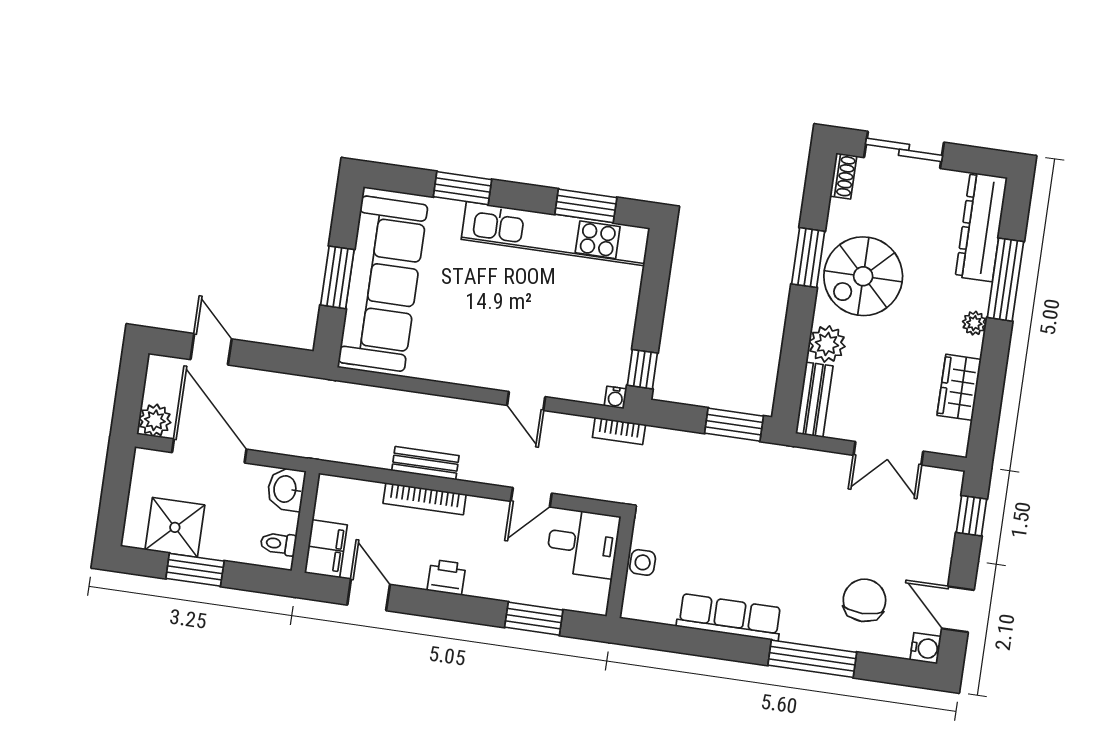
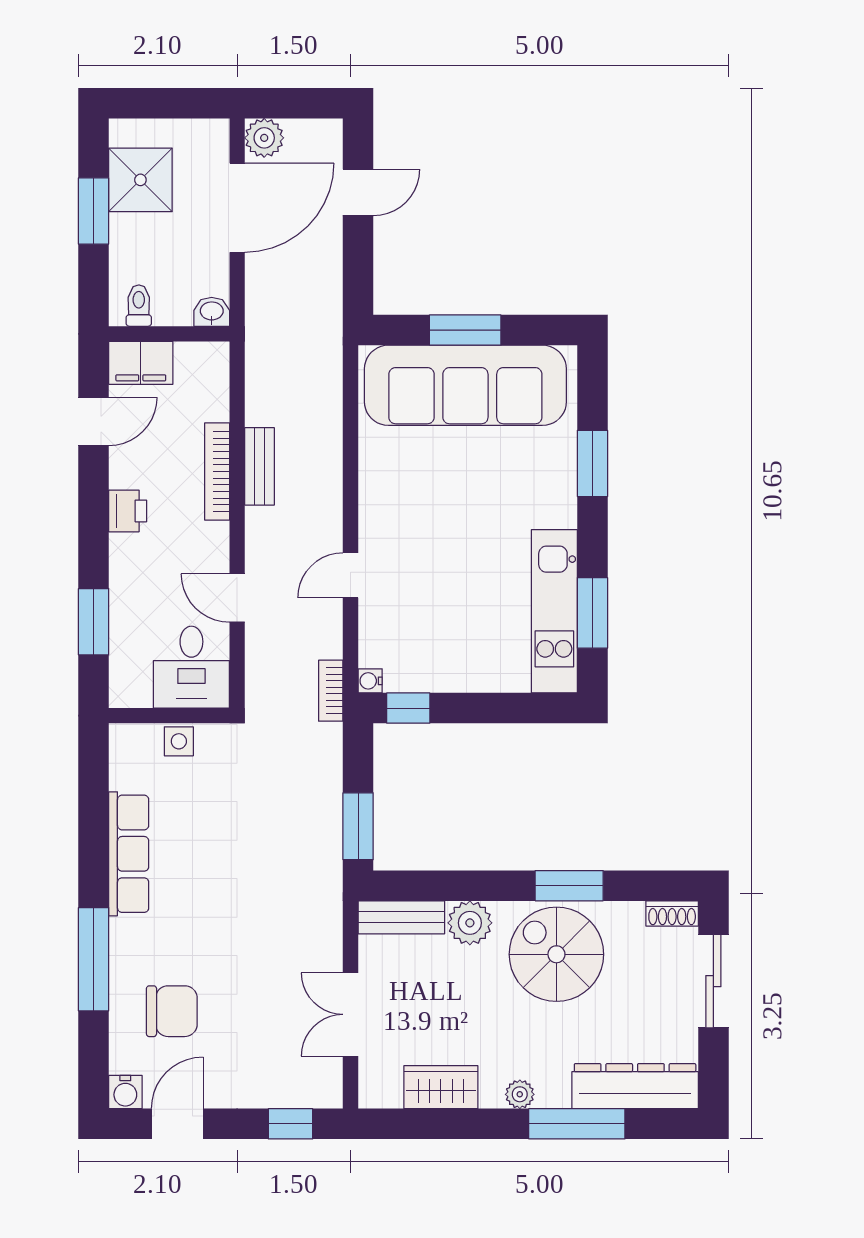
kitchen unit: (556, 234) -> (554, 611), width x0.73
washbasin: (286, 489) -> (212, 312), width x0.72, depth x0.69

